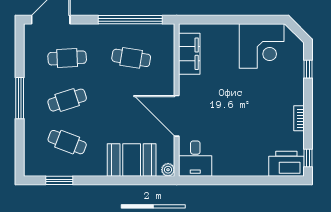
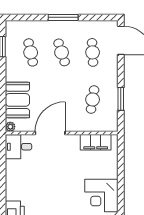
window: (130, 20) -> (121, 99), width x0.47
cafe table: (67, 142) -> (31, 52), turned -33

